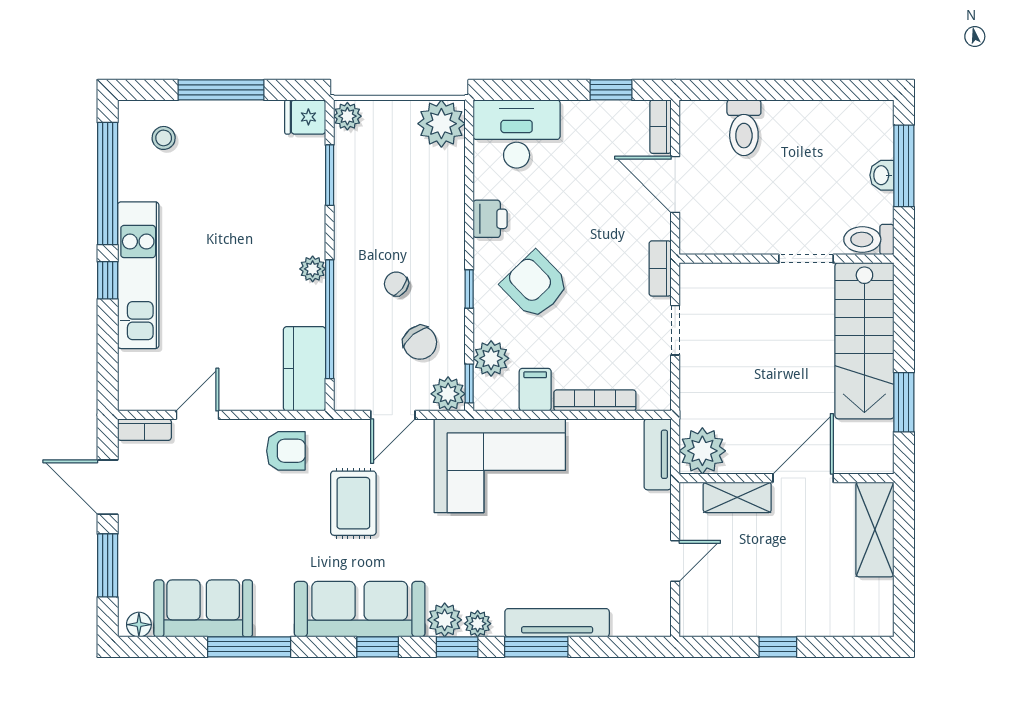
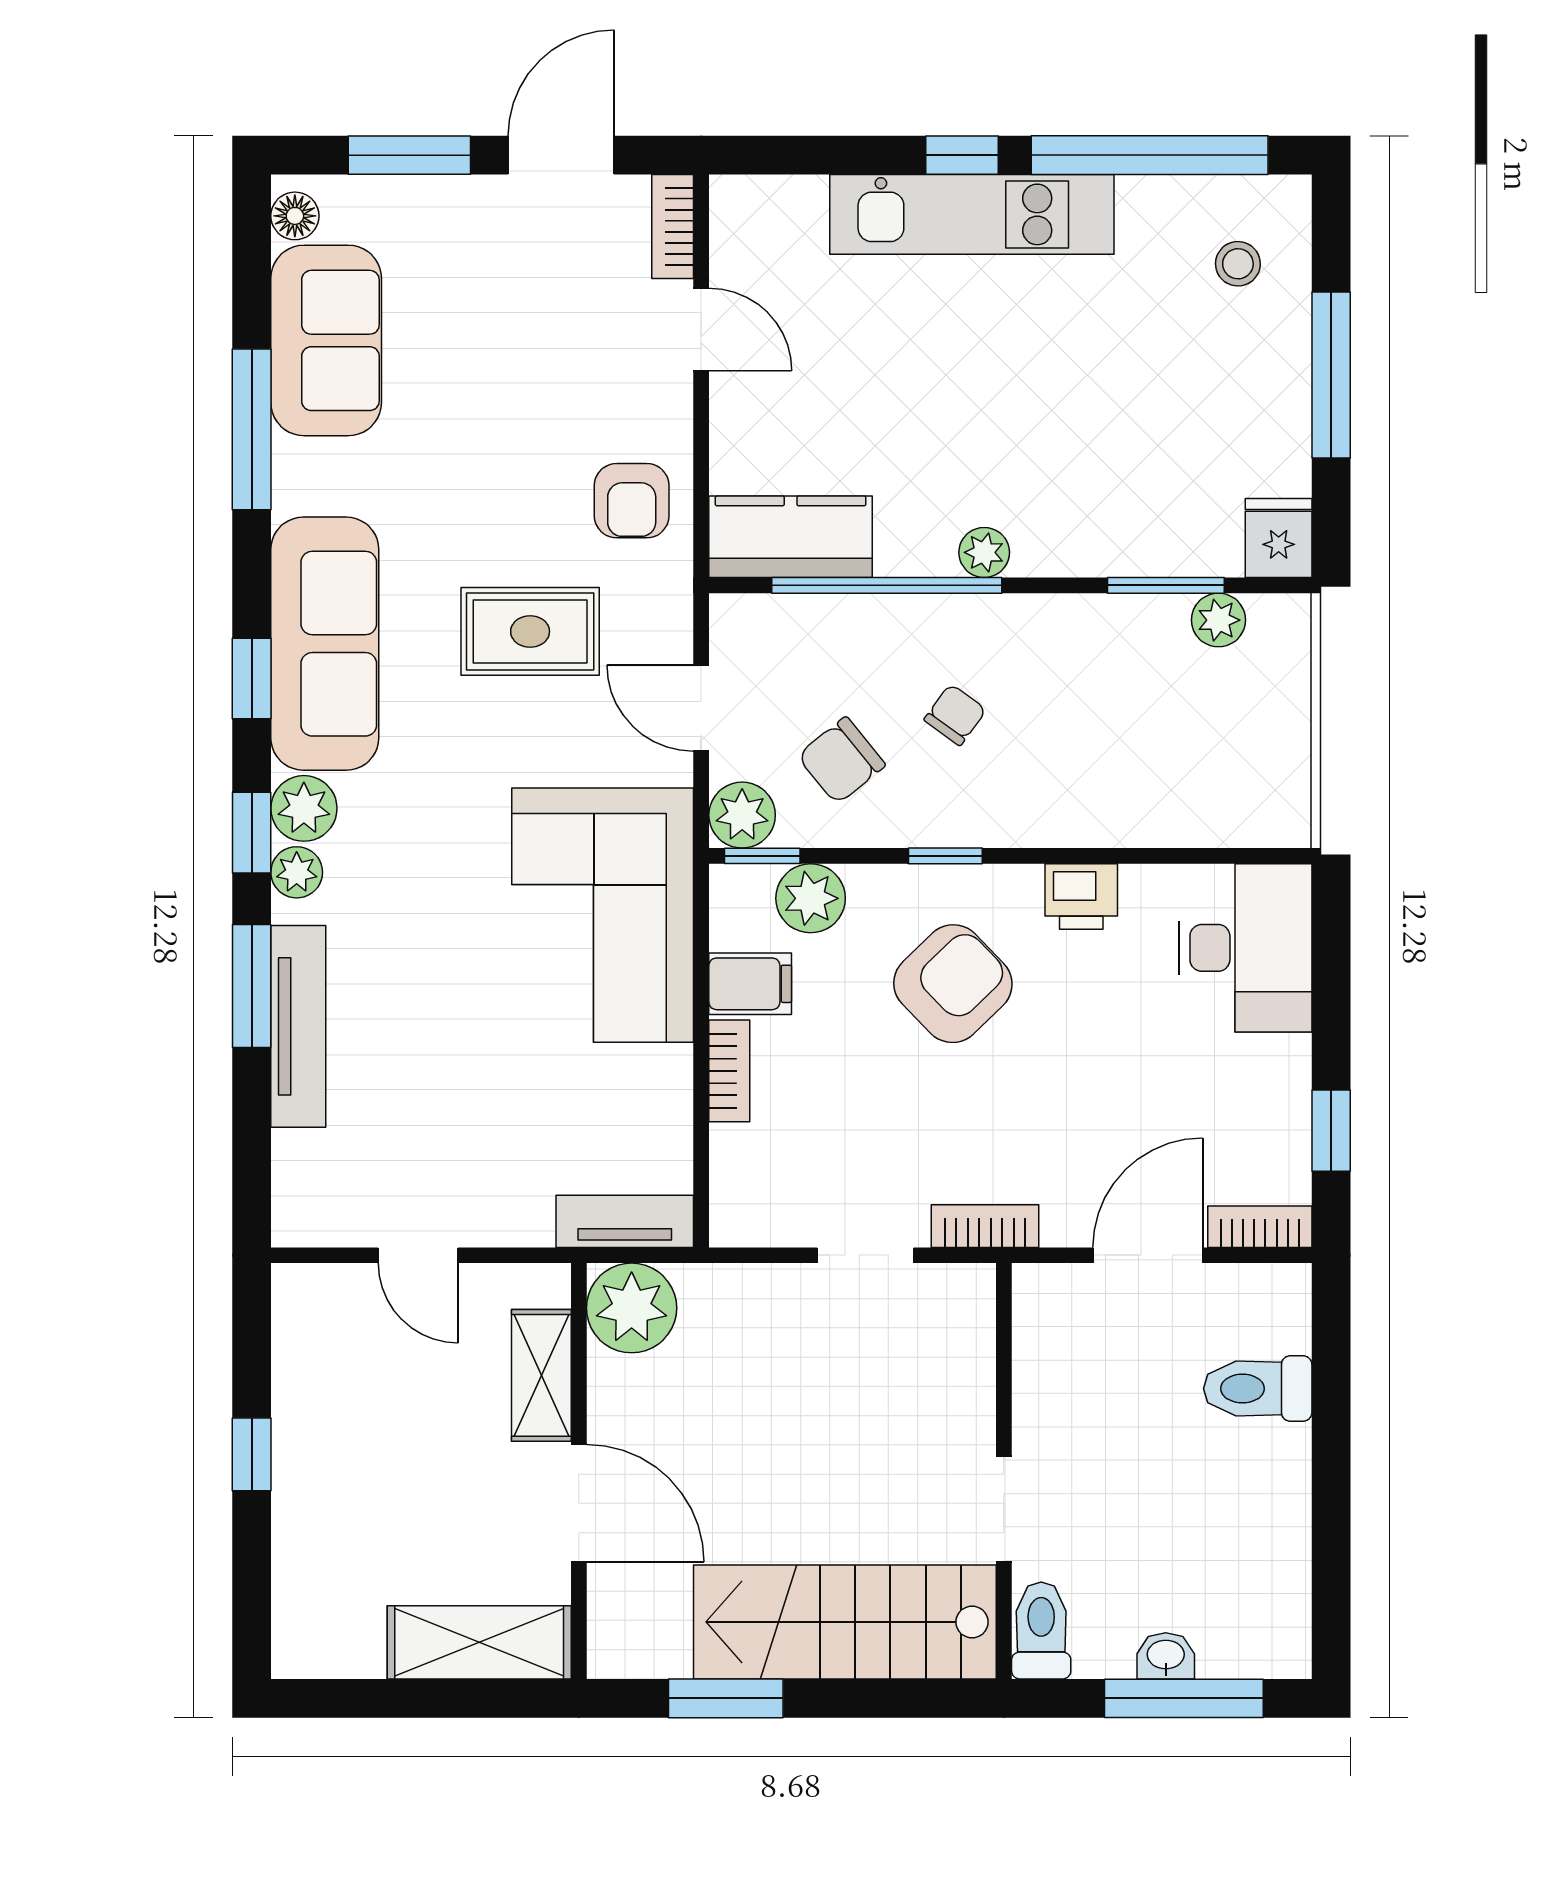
plant: (347, 116) -> (1218, 620), moved
plant: (441, 124) -> (1266, 802), removed
bookcase: (595, 400) -> (729, 1071), width x0.64

